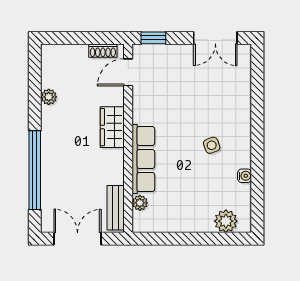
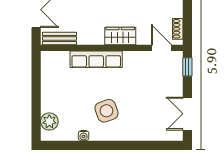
side table: (212, 145) -> (106, 111), width x1.87, depth x1.87
plant: (140, 203) -> (63, 57), removed

